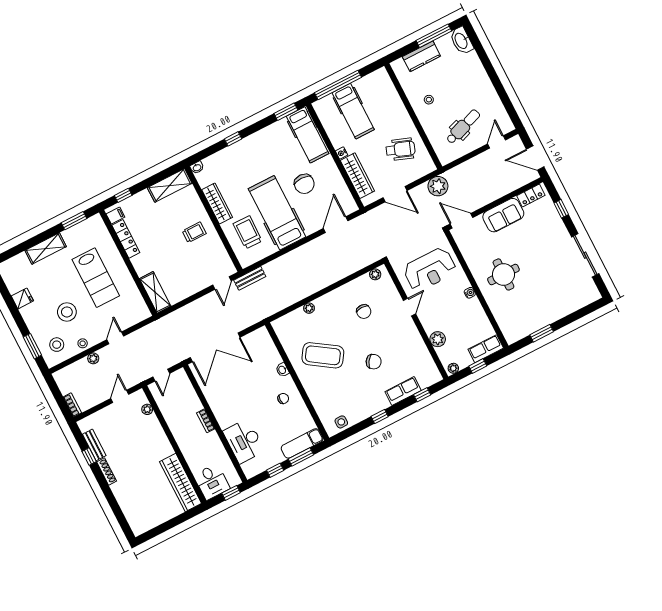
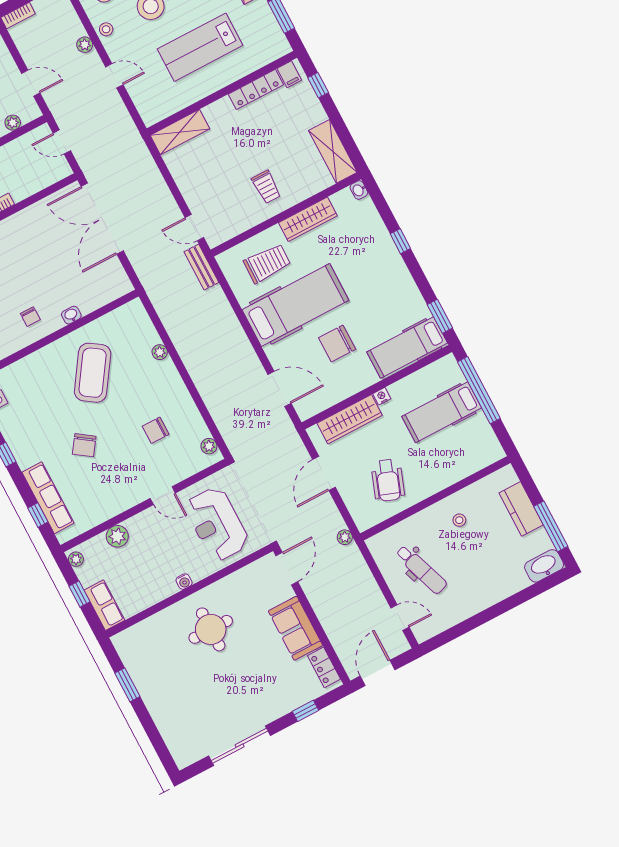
plant: (438, 186) -> (345, 537), width x0.53, depth x0.53
row of seats: (403, 391) -> (48, 498), width x1.48

